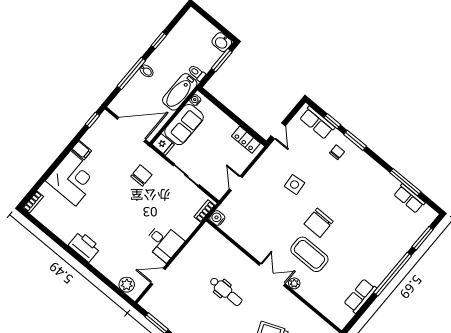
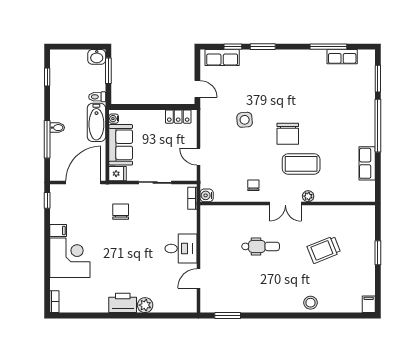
window: (159, 40) -> (47, 77), moved
chair: (337, 152) -> (253, 185), moved
double door: (272, 274) -> (285, 204), swing flipped
plant: (127, 285) -> (145, 305), moved

